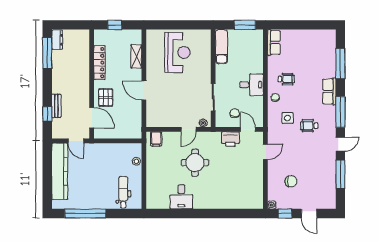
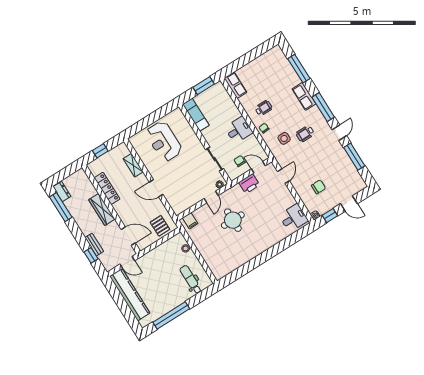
reception desk: (177, 52) -> (164, 141), turned 180
wardrobe: (83, 79) -> (102, 209), added
pallet: (106, 98) -> (160, 226), moved
desk: (181, 197) -> (294, 218), moved, turned -90

